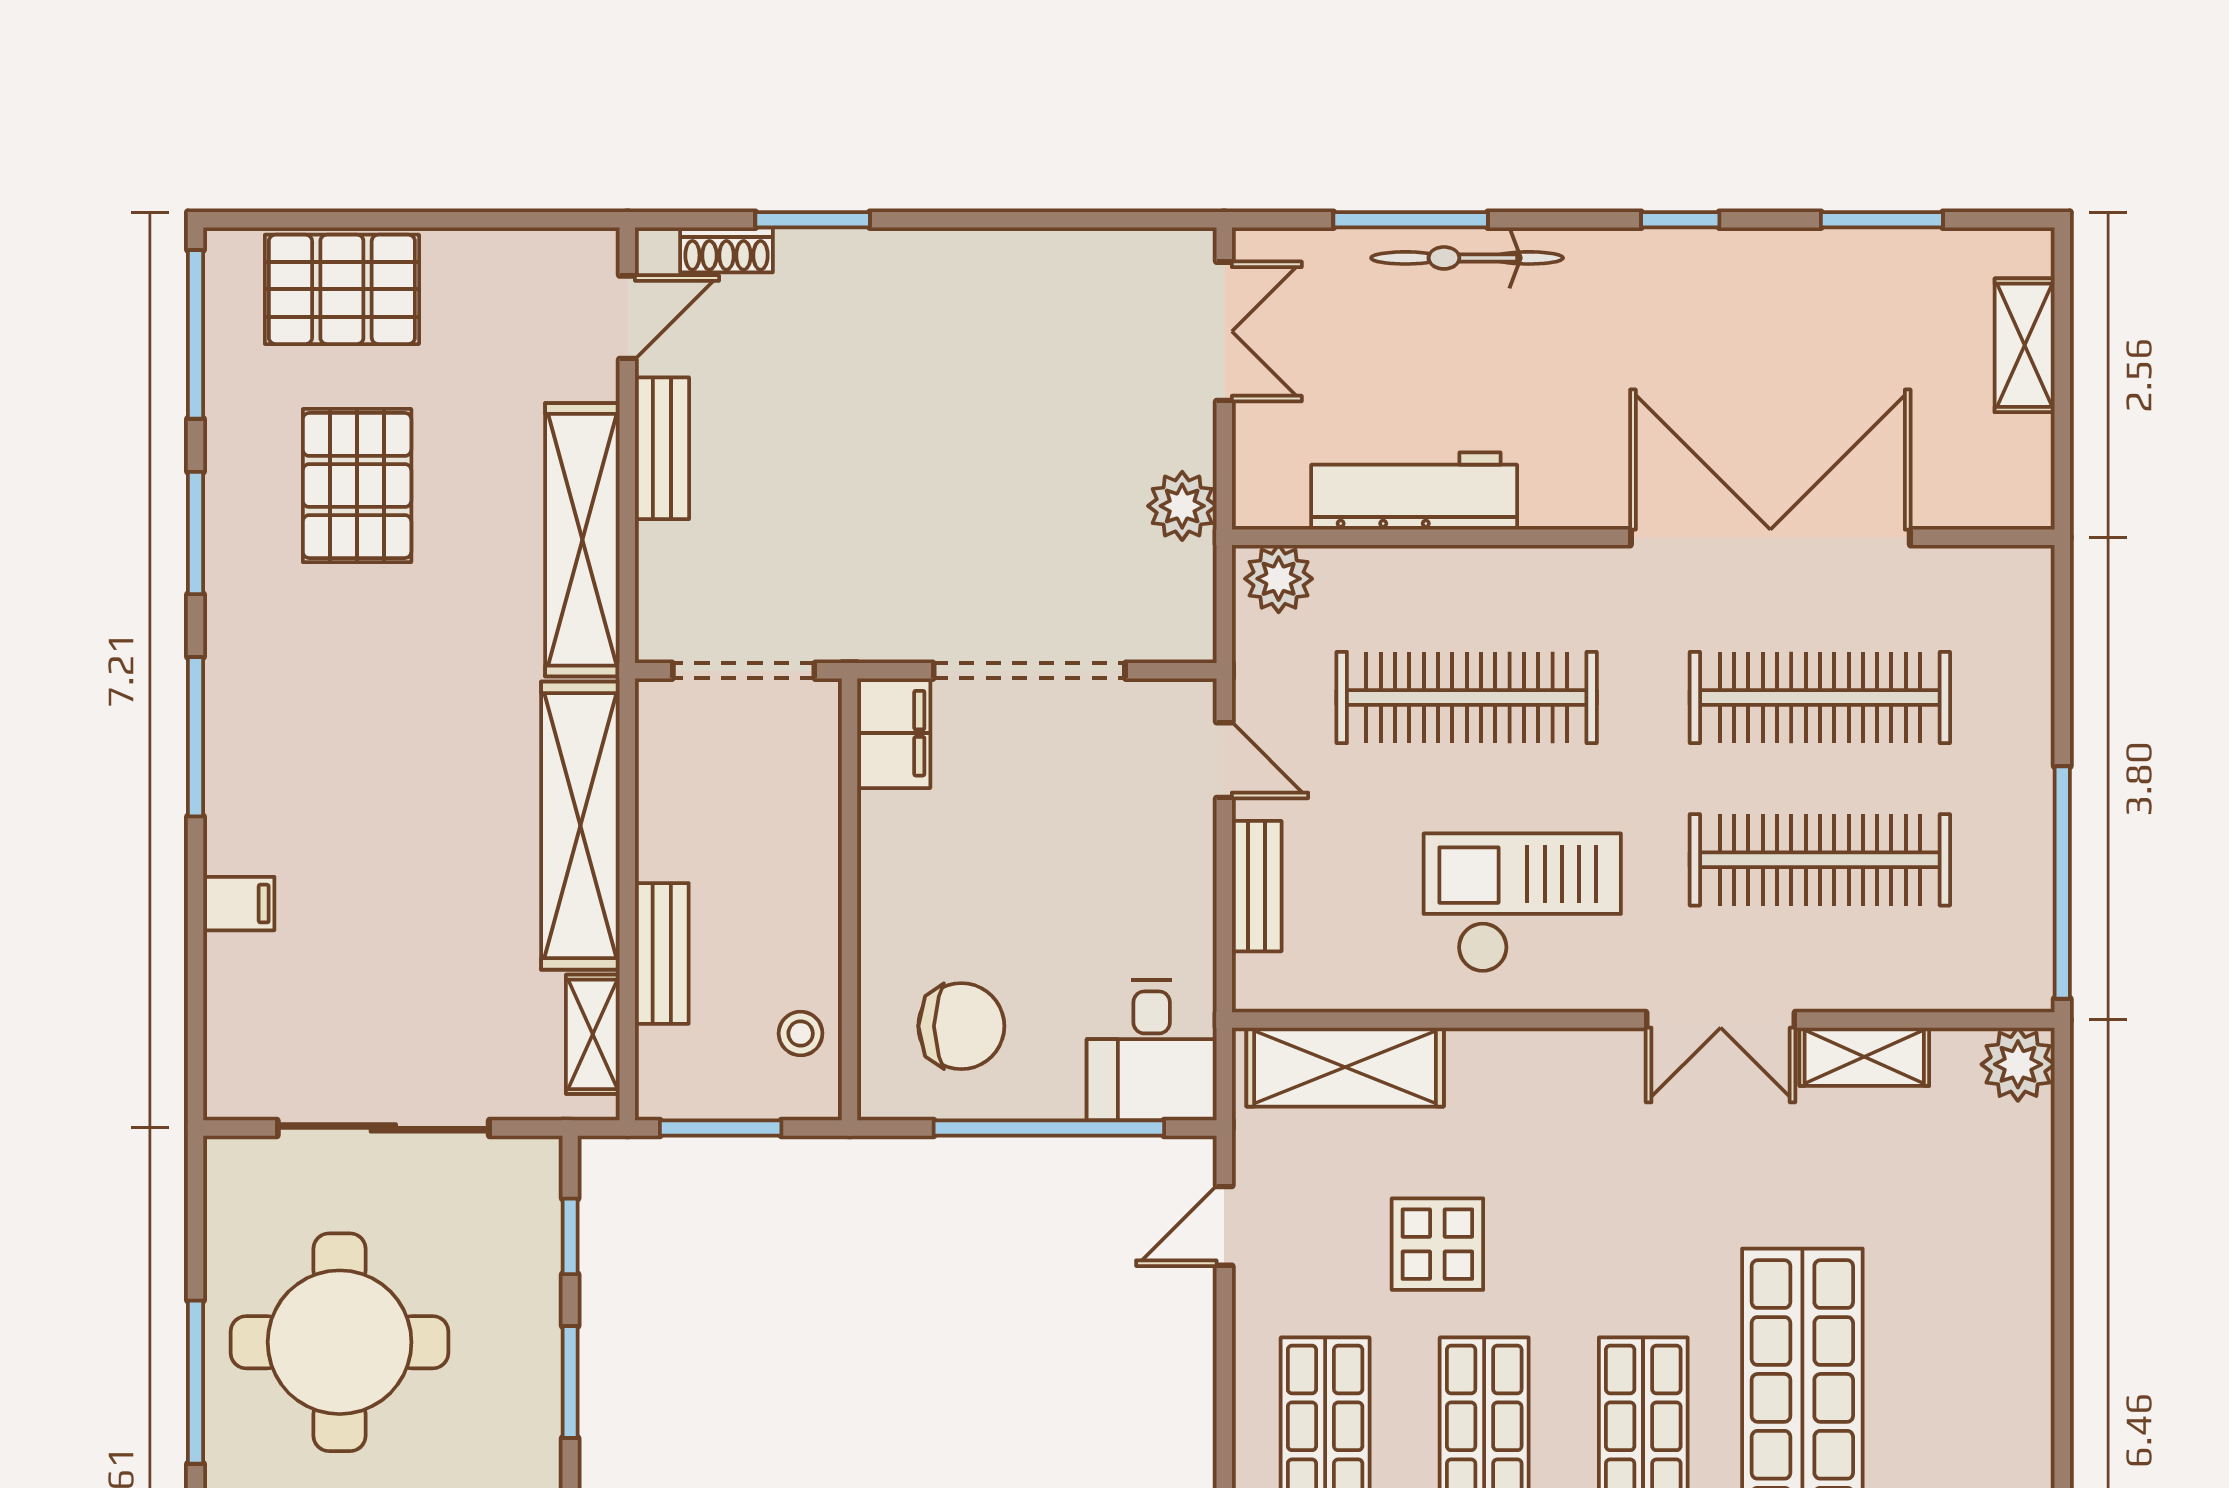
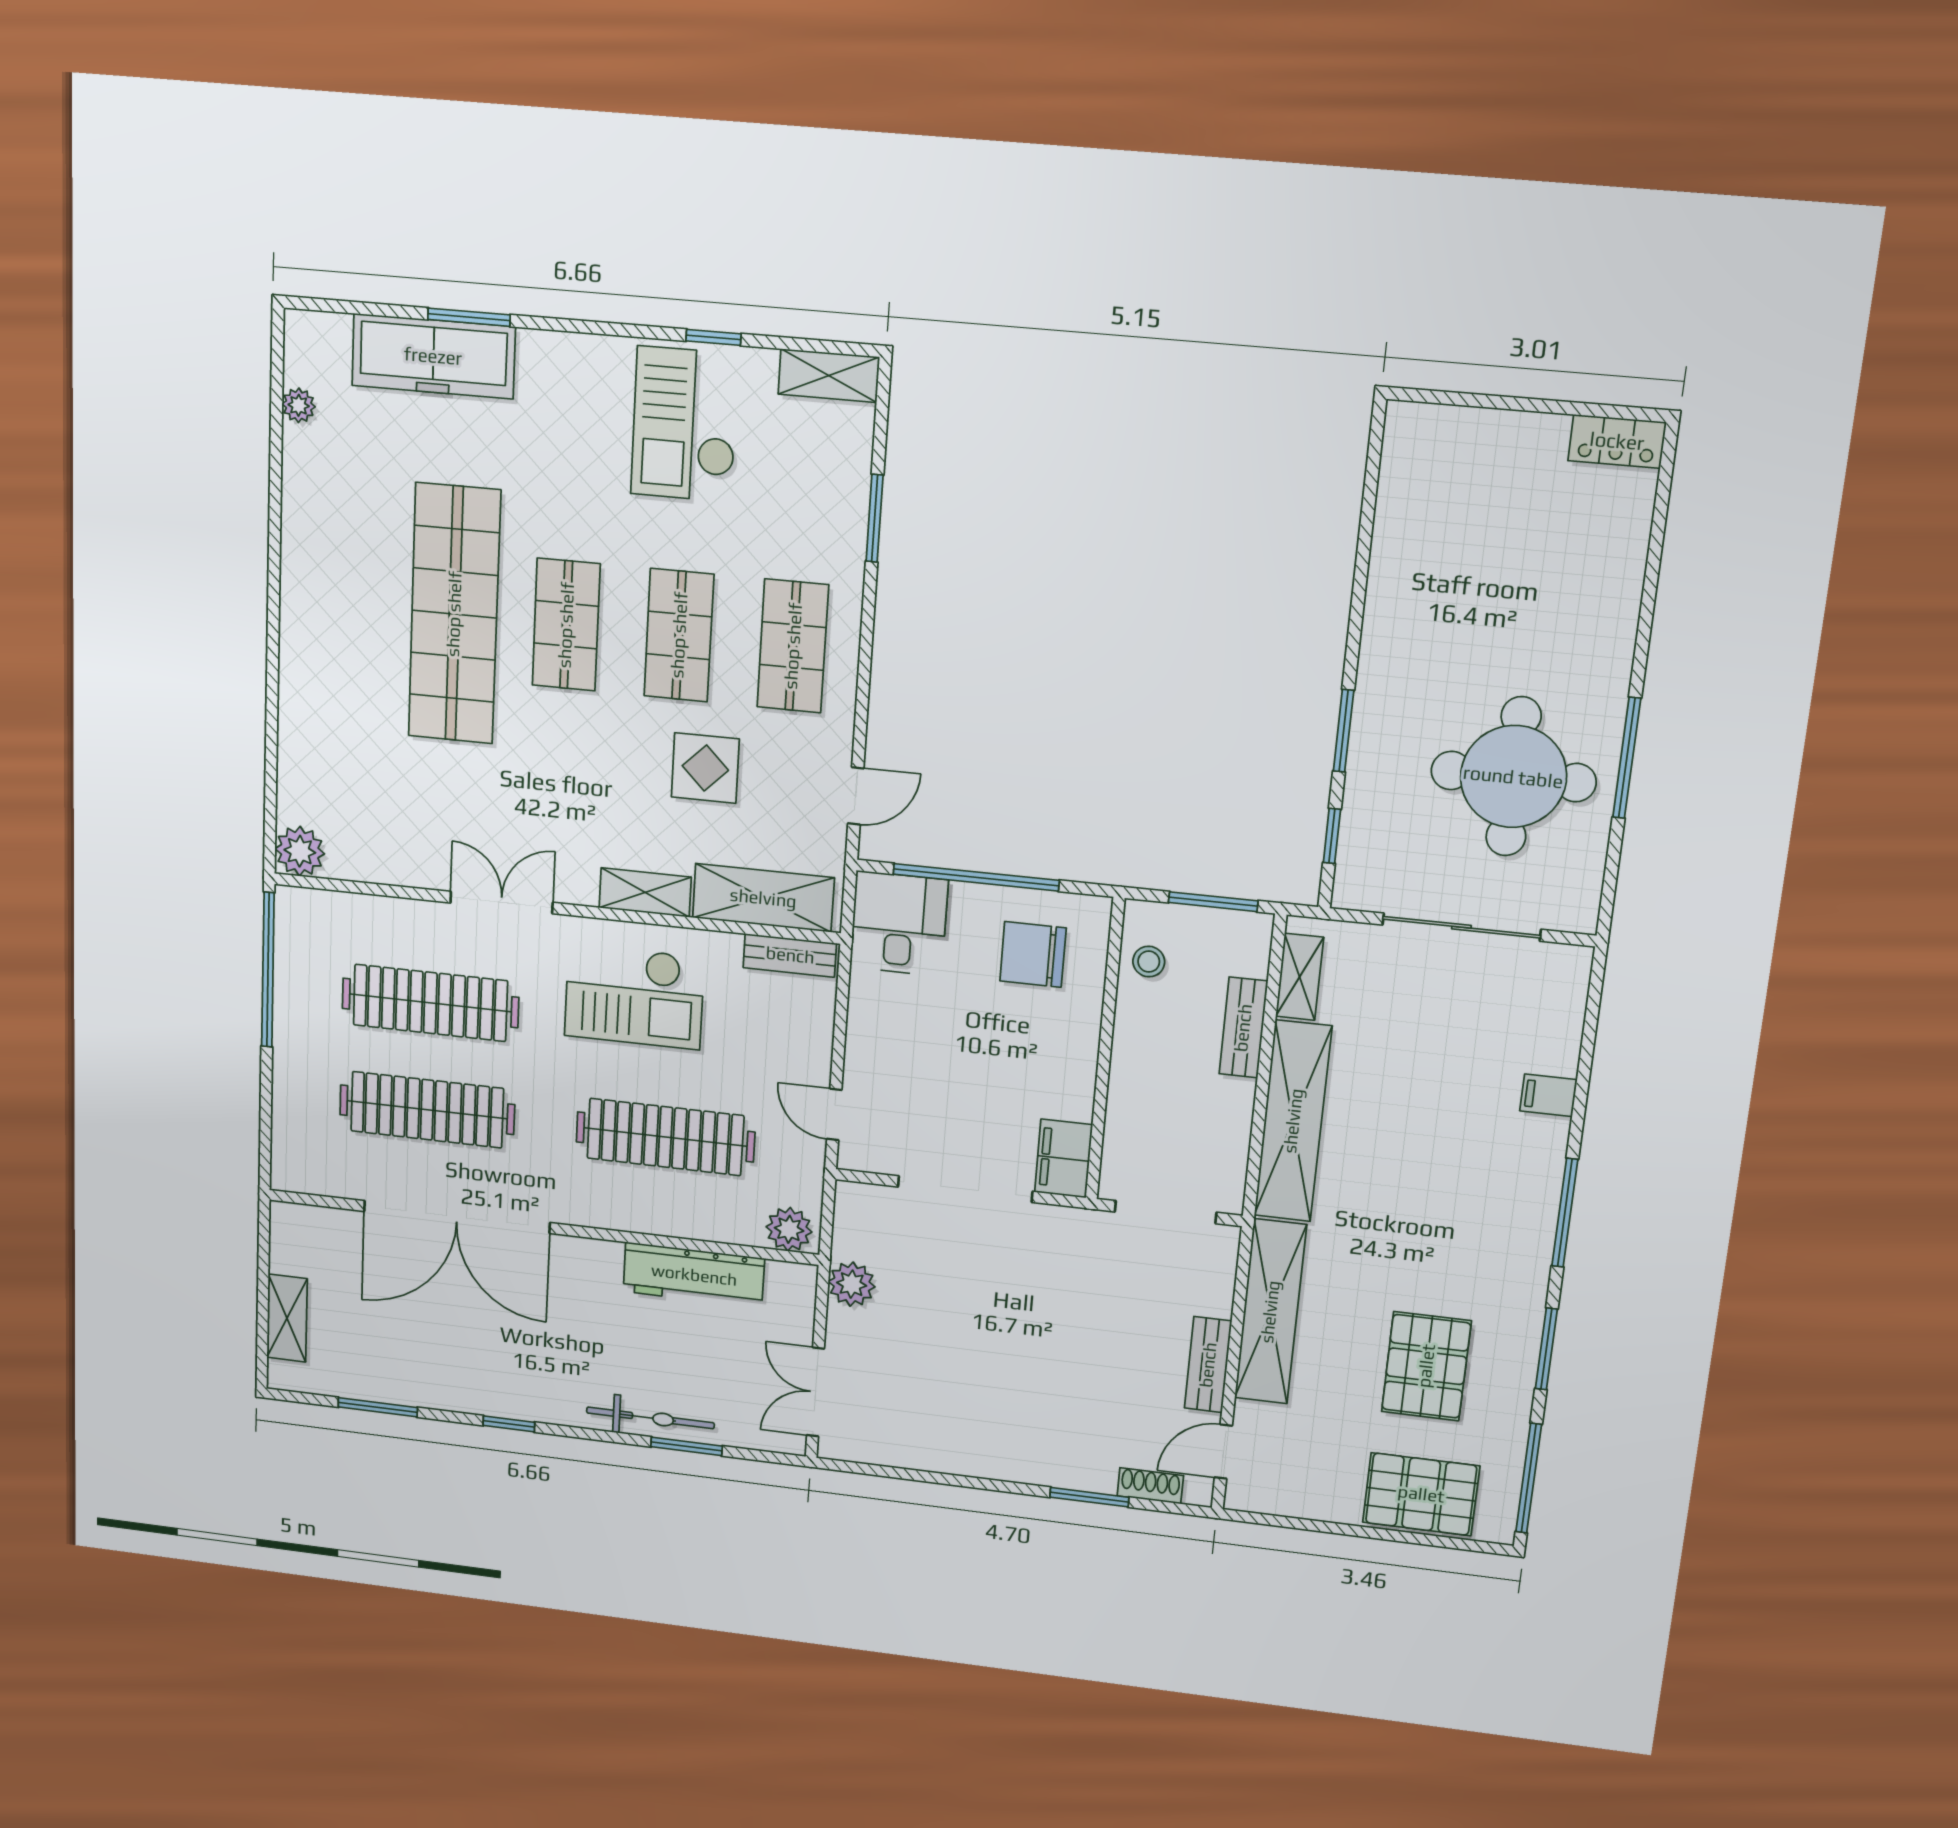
window: (1411, 220) -> (687, 1446), width x0.69
bench: (1257, 886) -> (790, 955), moved, turned 90
shelving: (1864, 1057) -> (645, 892), moved

